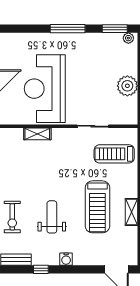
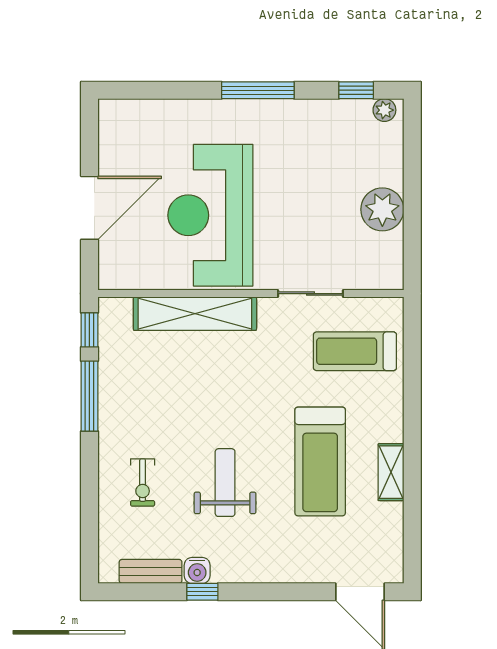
window: (115, 29) -> (356, 90), width x0.67
shelving: (37, 134) -> (195, 314), width x2.20, depth x1.33
exercise bike: (12, 217) -> (143, 482), width x0.73, depth x0.72
water cooler: (66, 259) -> (197, 570), moved

